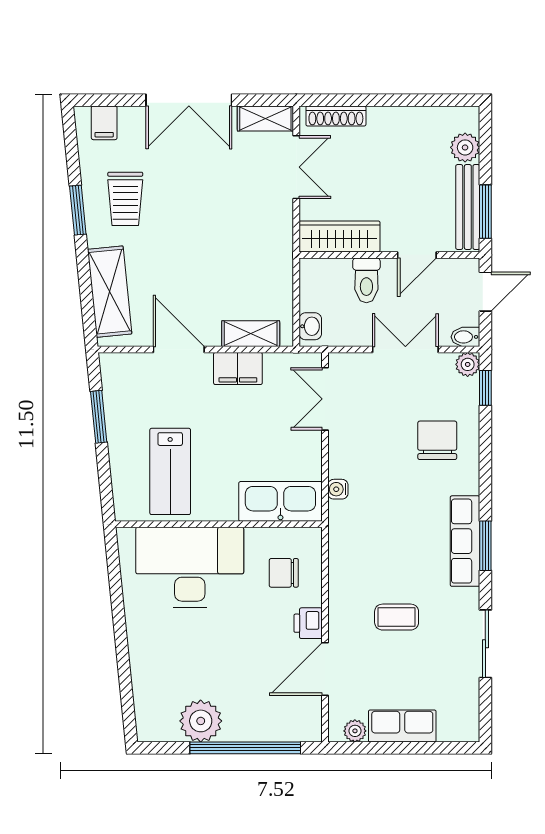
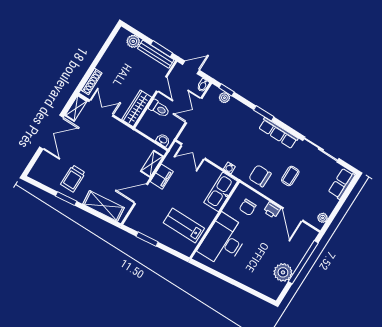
filing cabinet: (104, 123) -> (40, 169), removed
trolley: (125, 199) -> (73, 179), turned 90
door: (485, 292) -> (191, 67), hinge flipped
plant: (468, 364) -> (224, 98), moved
chair: (437, 440) -> (260, 176), moved
lab bench: (170, 471) -> (184, 226), turned 180
window: (485, 546) -> (264, 113), moved
sliding door: (485, 644) -> (321, 149), width x1.37
row of seats: (402, 726) -> (342, 184), moved

